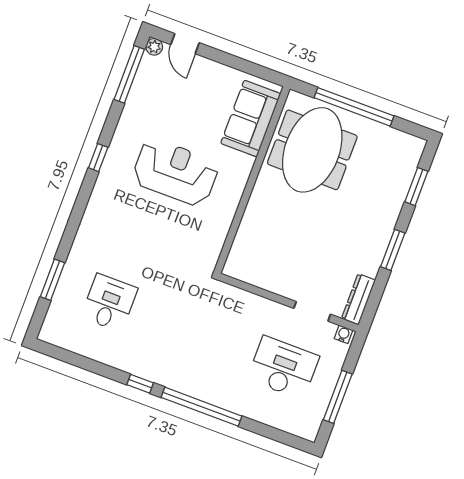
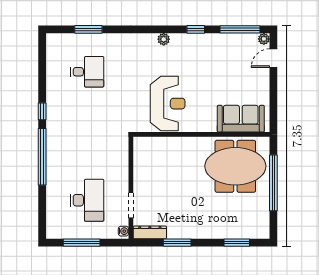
window: (98, 158) -> (196, 29), moved
reception desk: (175, 172) -> (168, 104), moved
plant: (104, 183) -> (164, 39), added
window: (393, 250) -> (177, 243), moved

